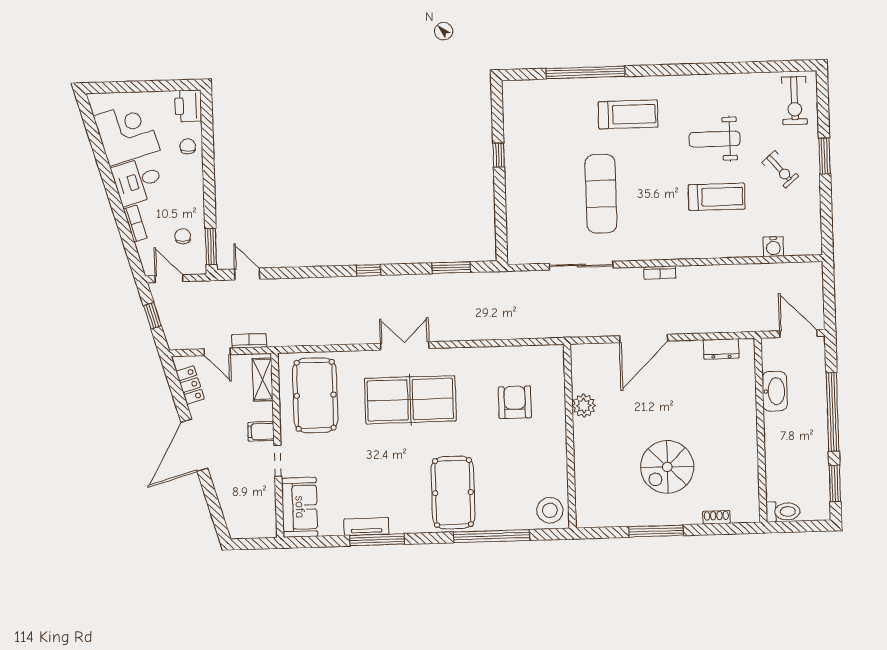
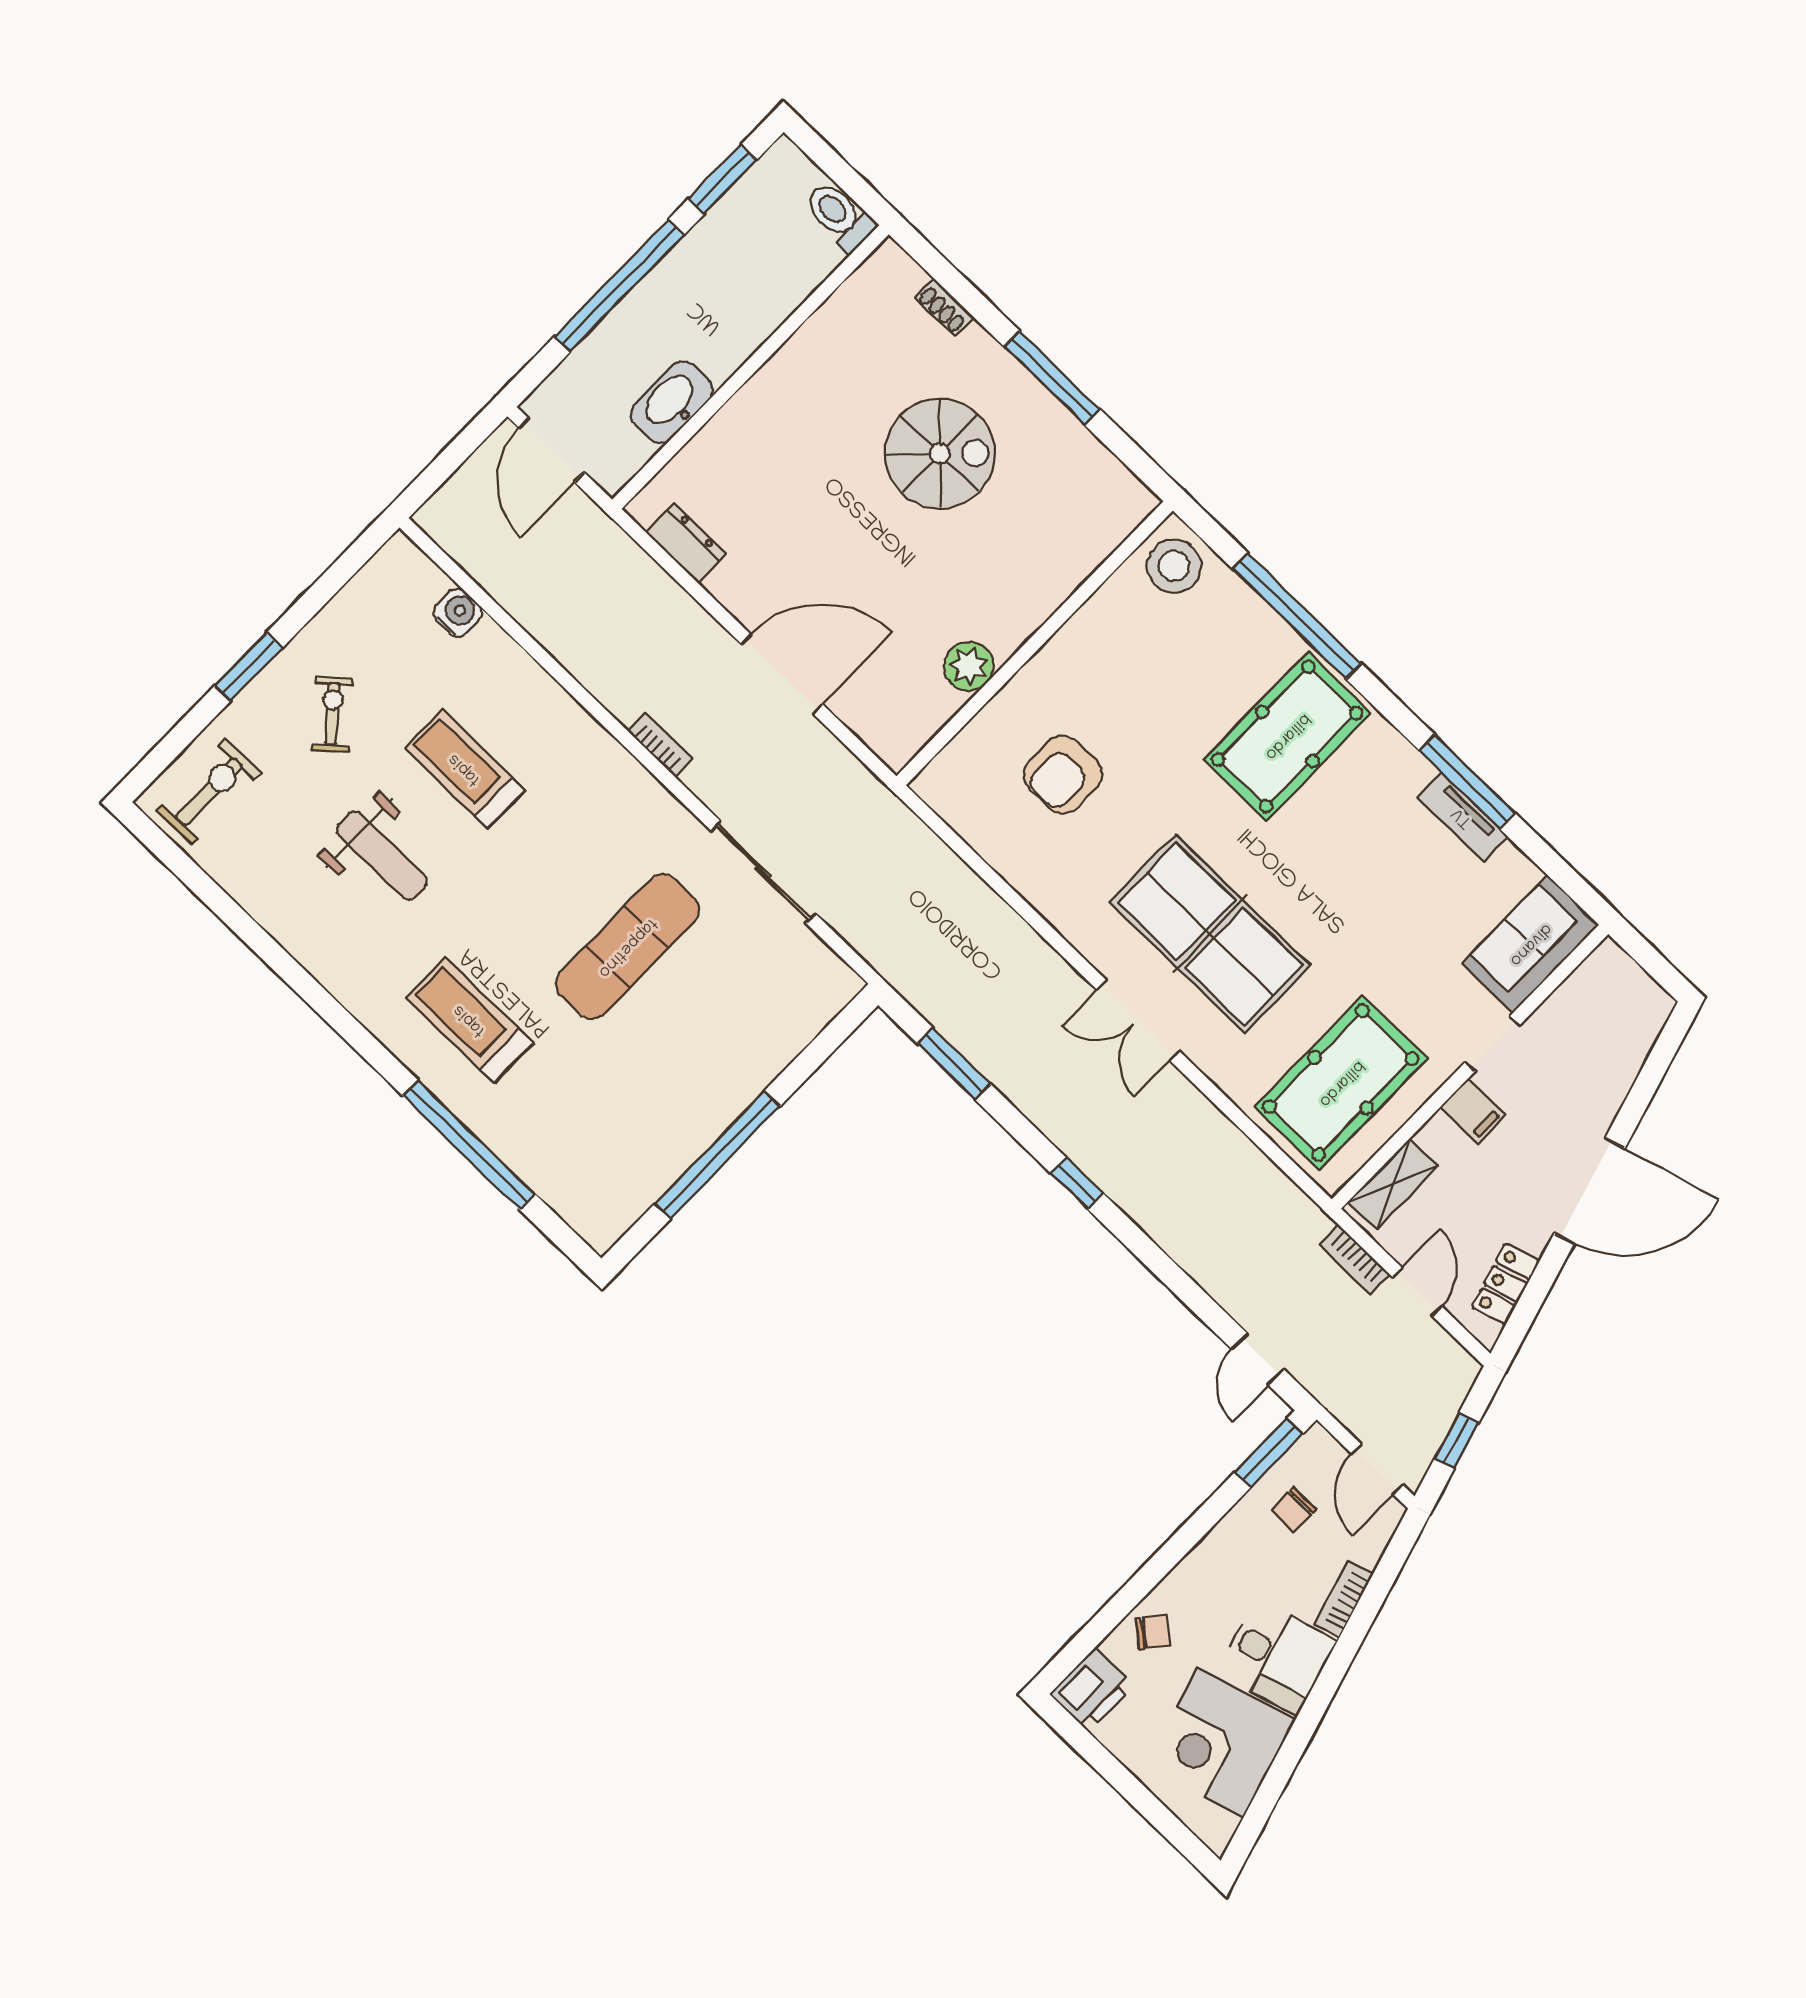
chair: (188, 146) -> (1153, 1632), turned -140
window: (499, 155) -> (717, 1155), width x3.17

